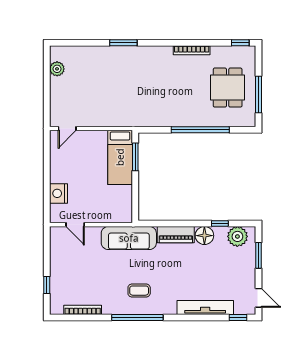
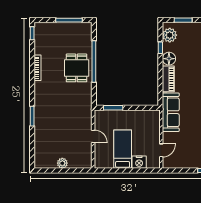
plant: (57, 69) -> (62, 163), moved
dining table: (228, 88) -> (77, 68), moved, turned 90
door: (67, 129) -> (93, 136), moved
bed: (120, 157) -> (123, 149), moved, turned -90

